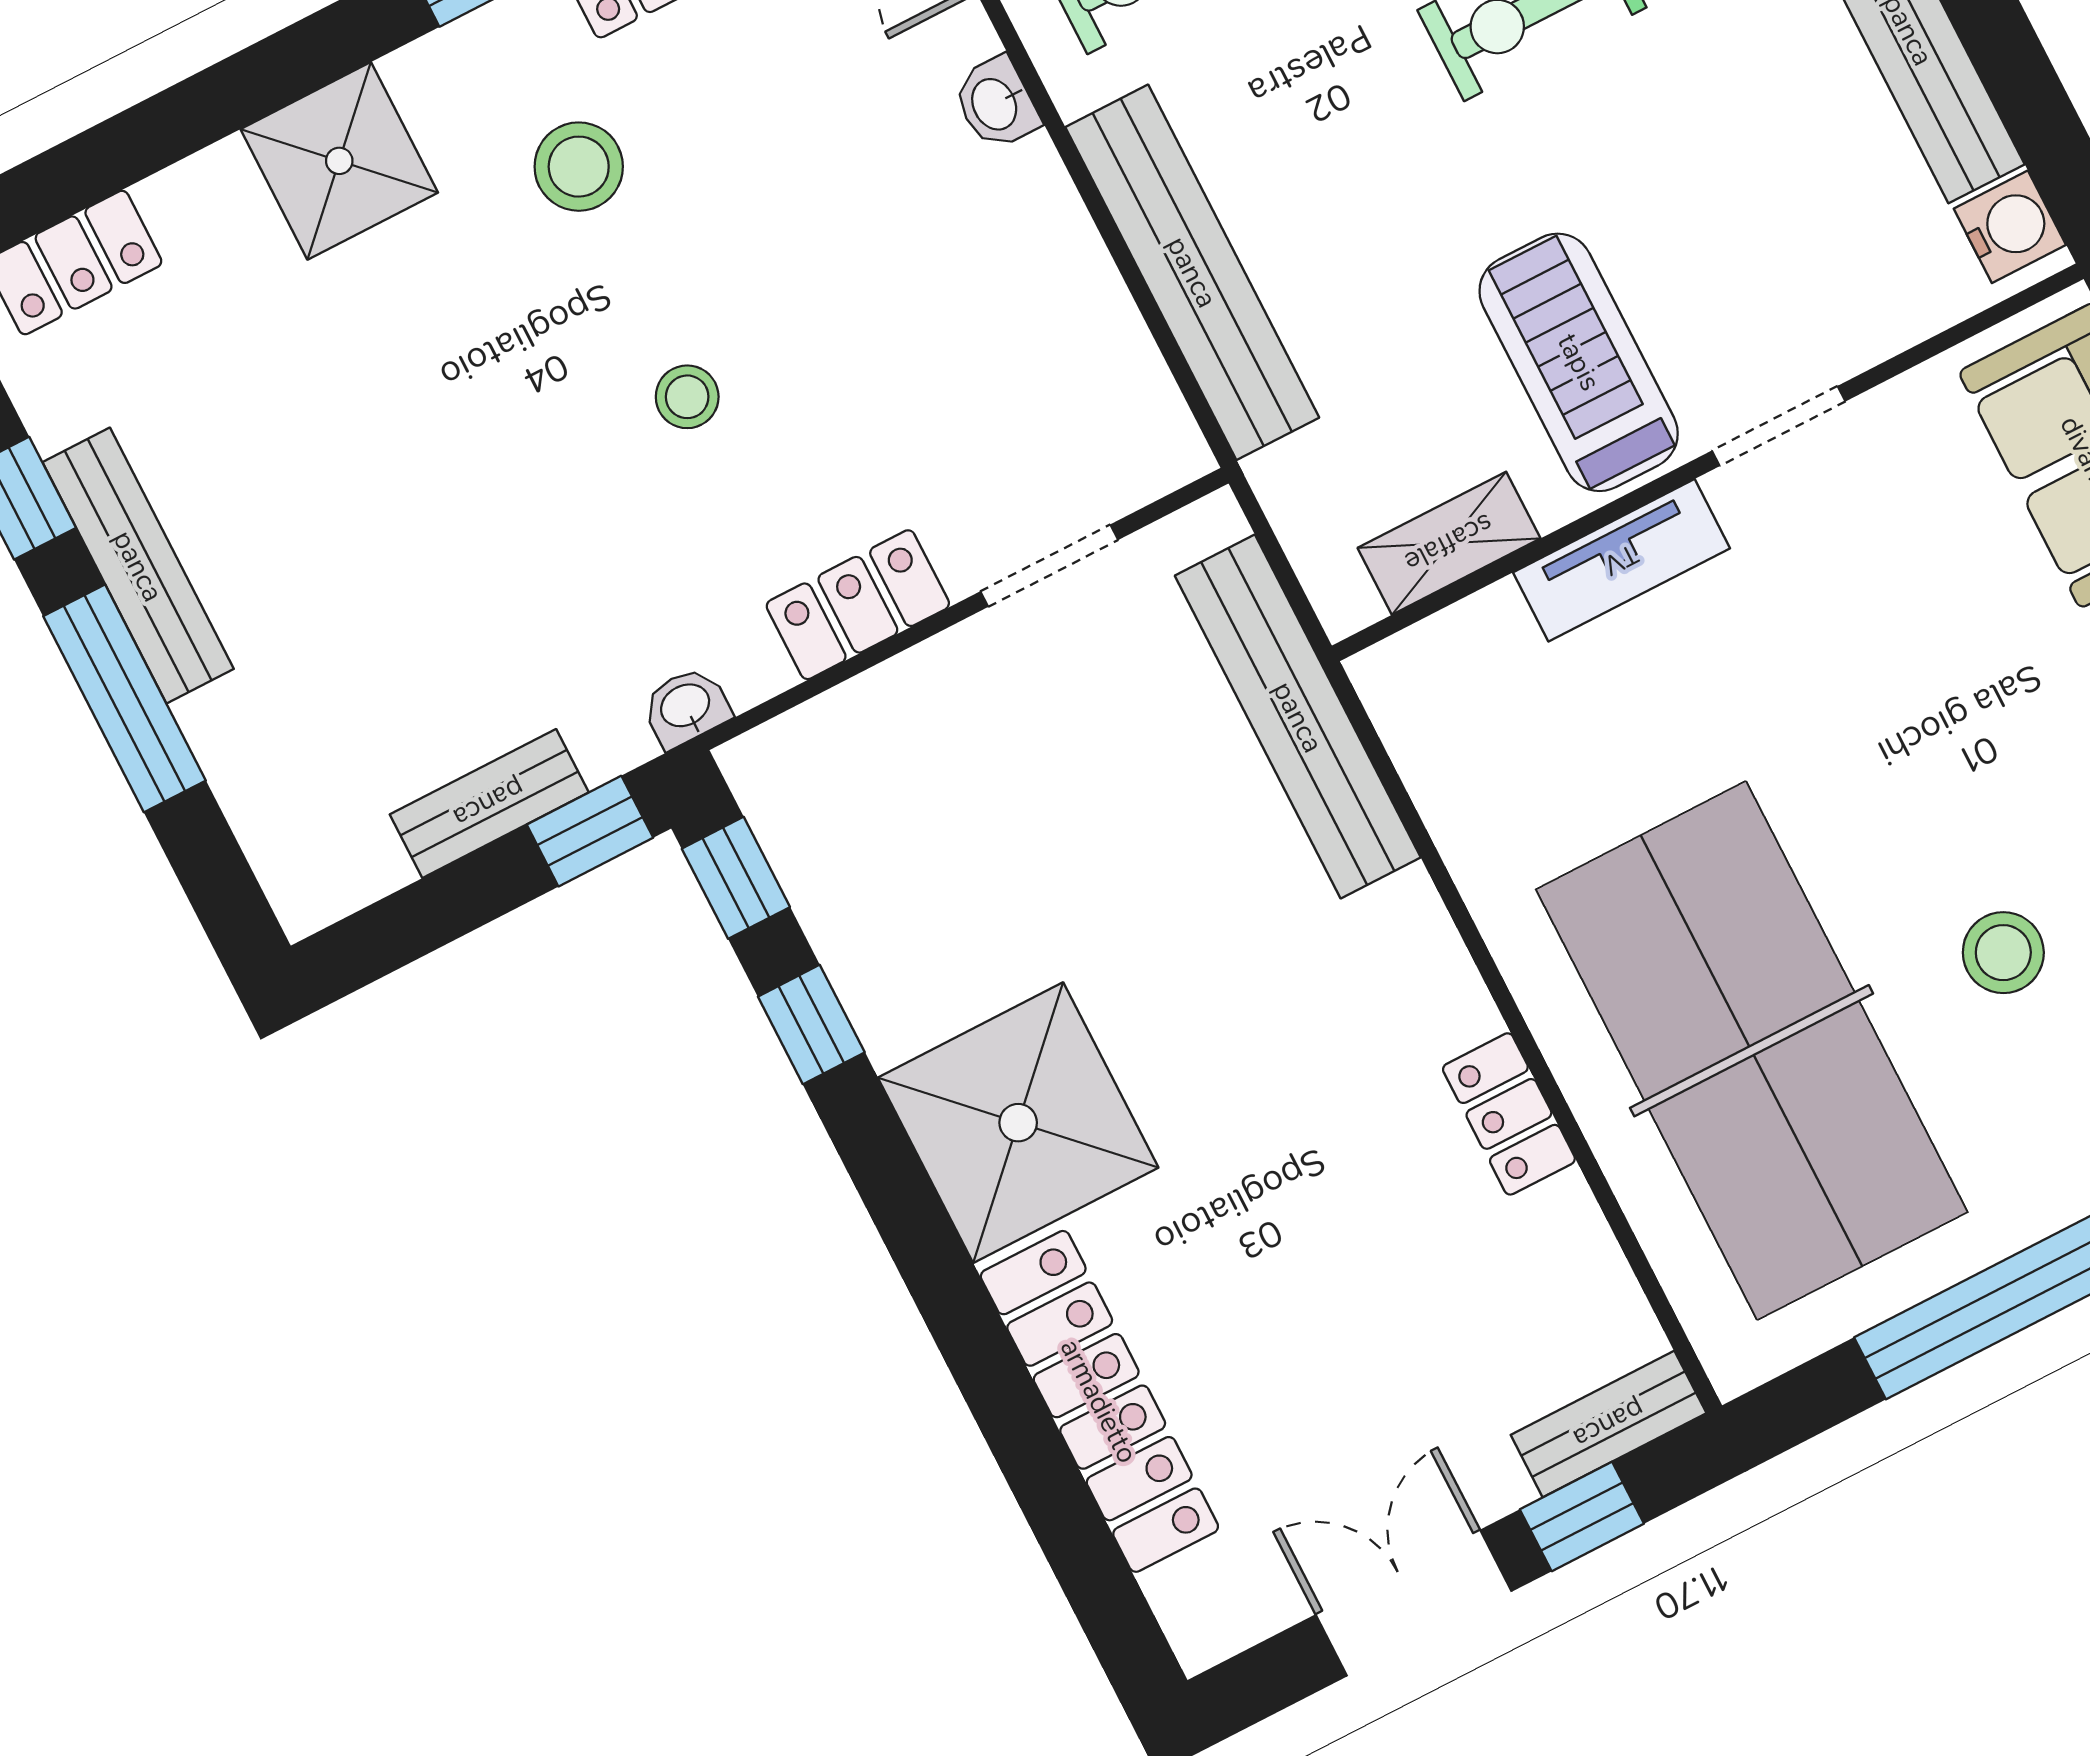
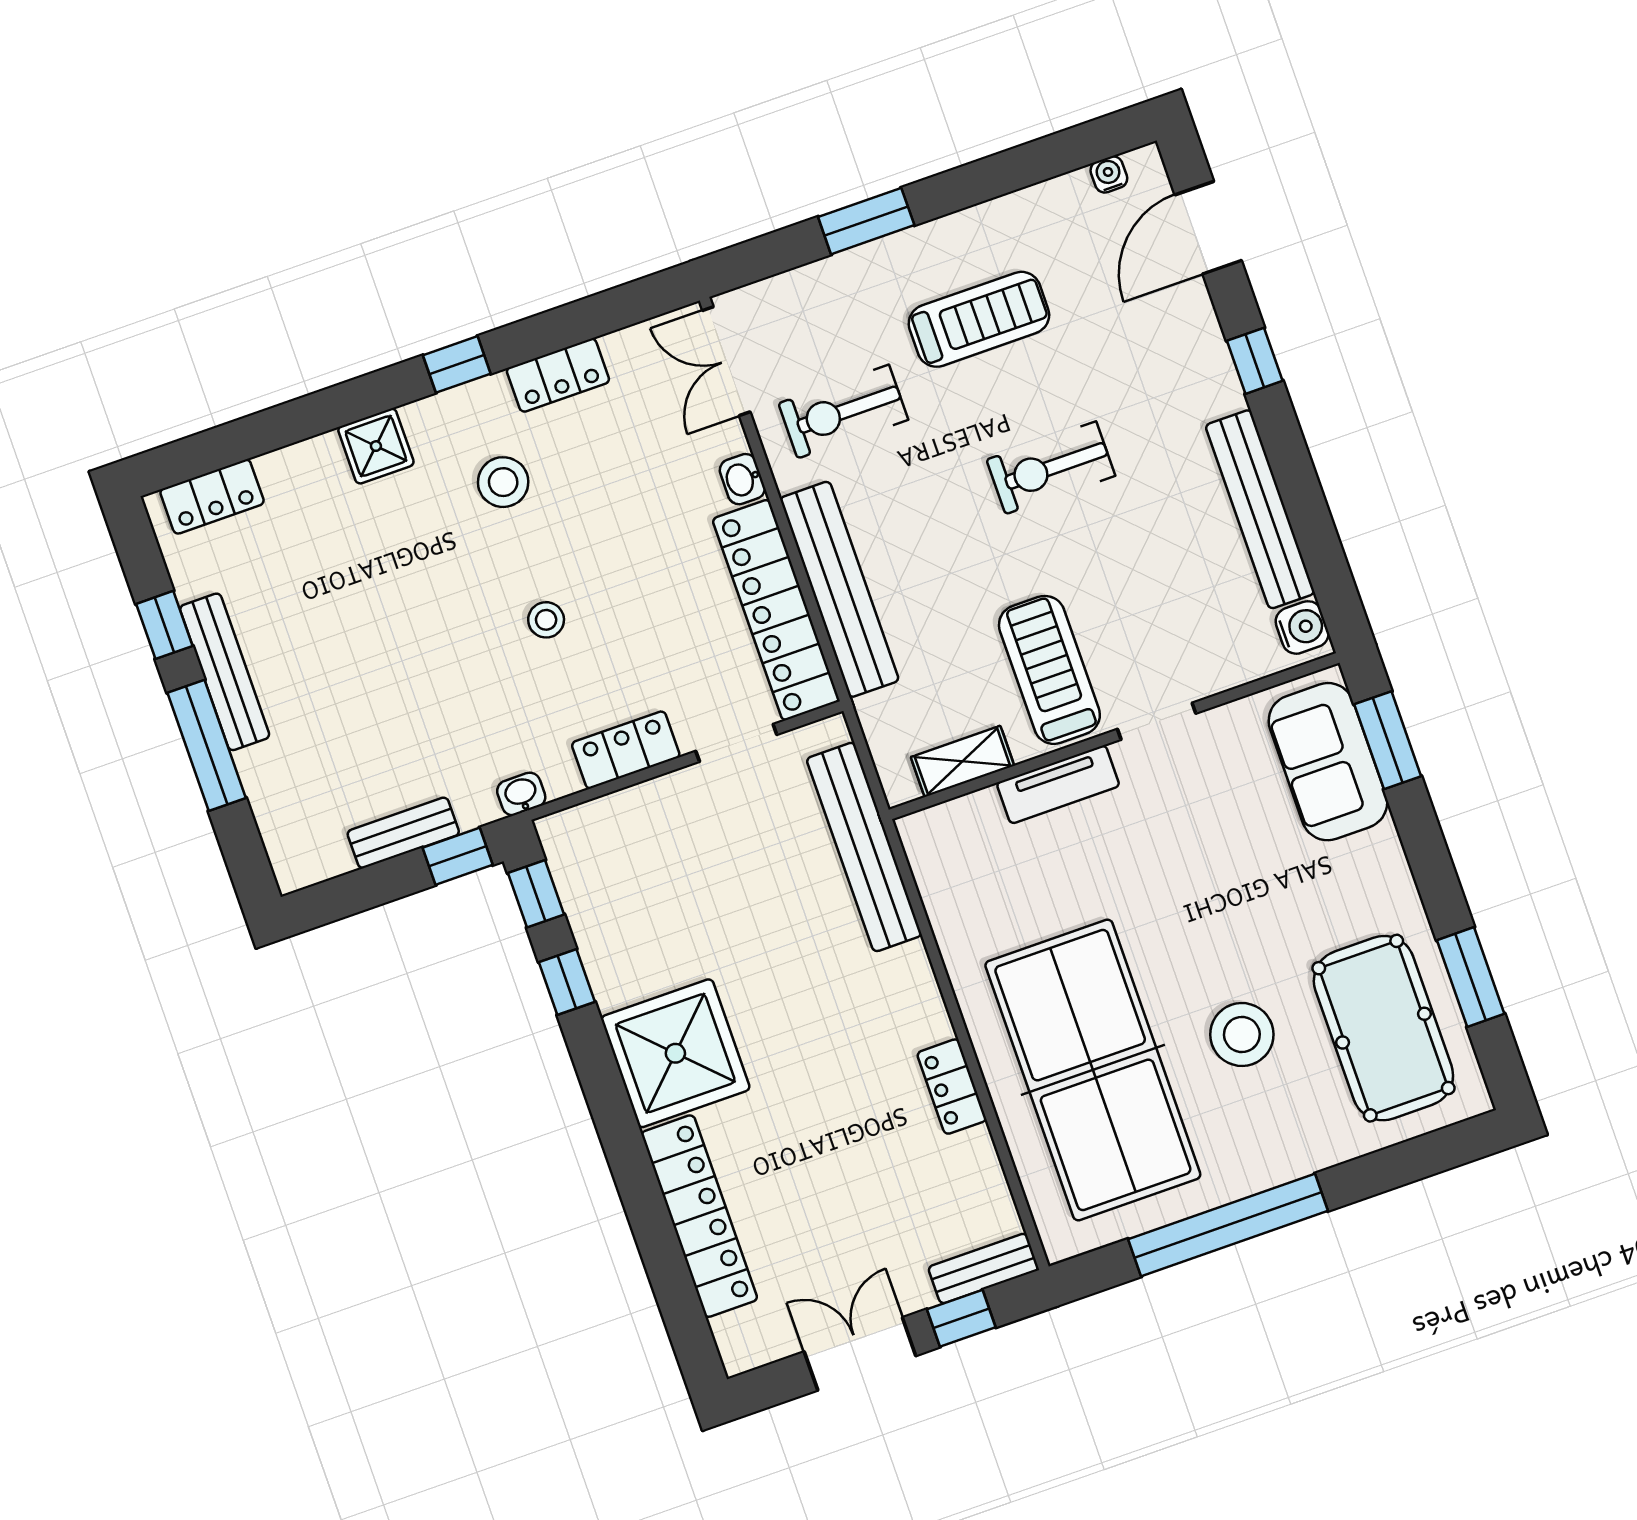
shower: (339, 161) -> (376, 446), width x0.73, depth x0.73
locker: (1087, 324) -> (776, 610), added
stool: (2003, 953) -> (1242, 1035), width x1.38, depth x1.38

